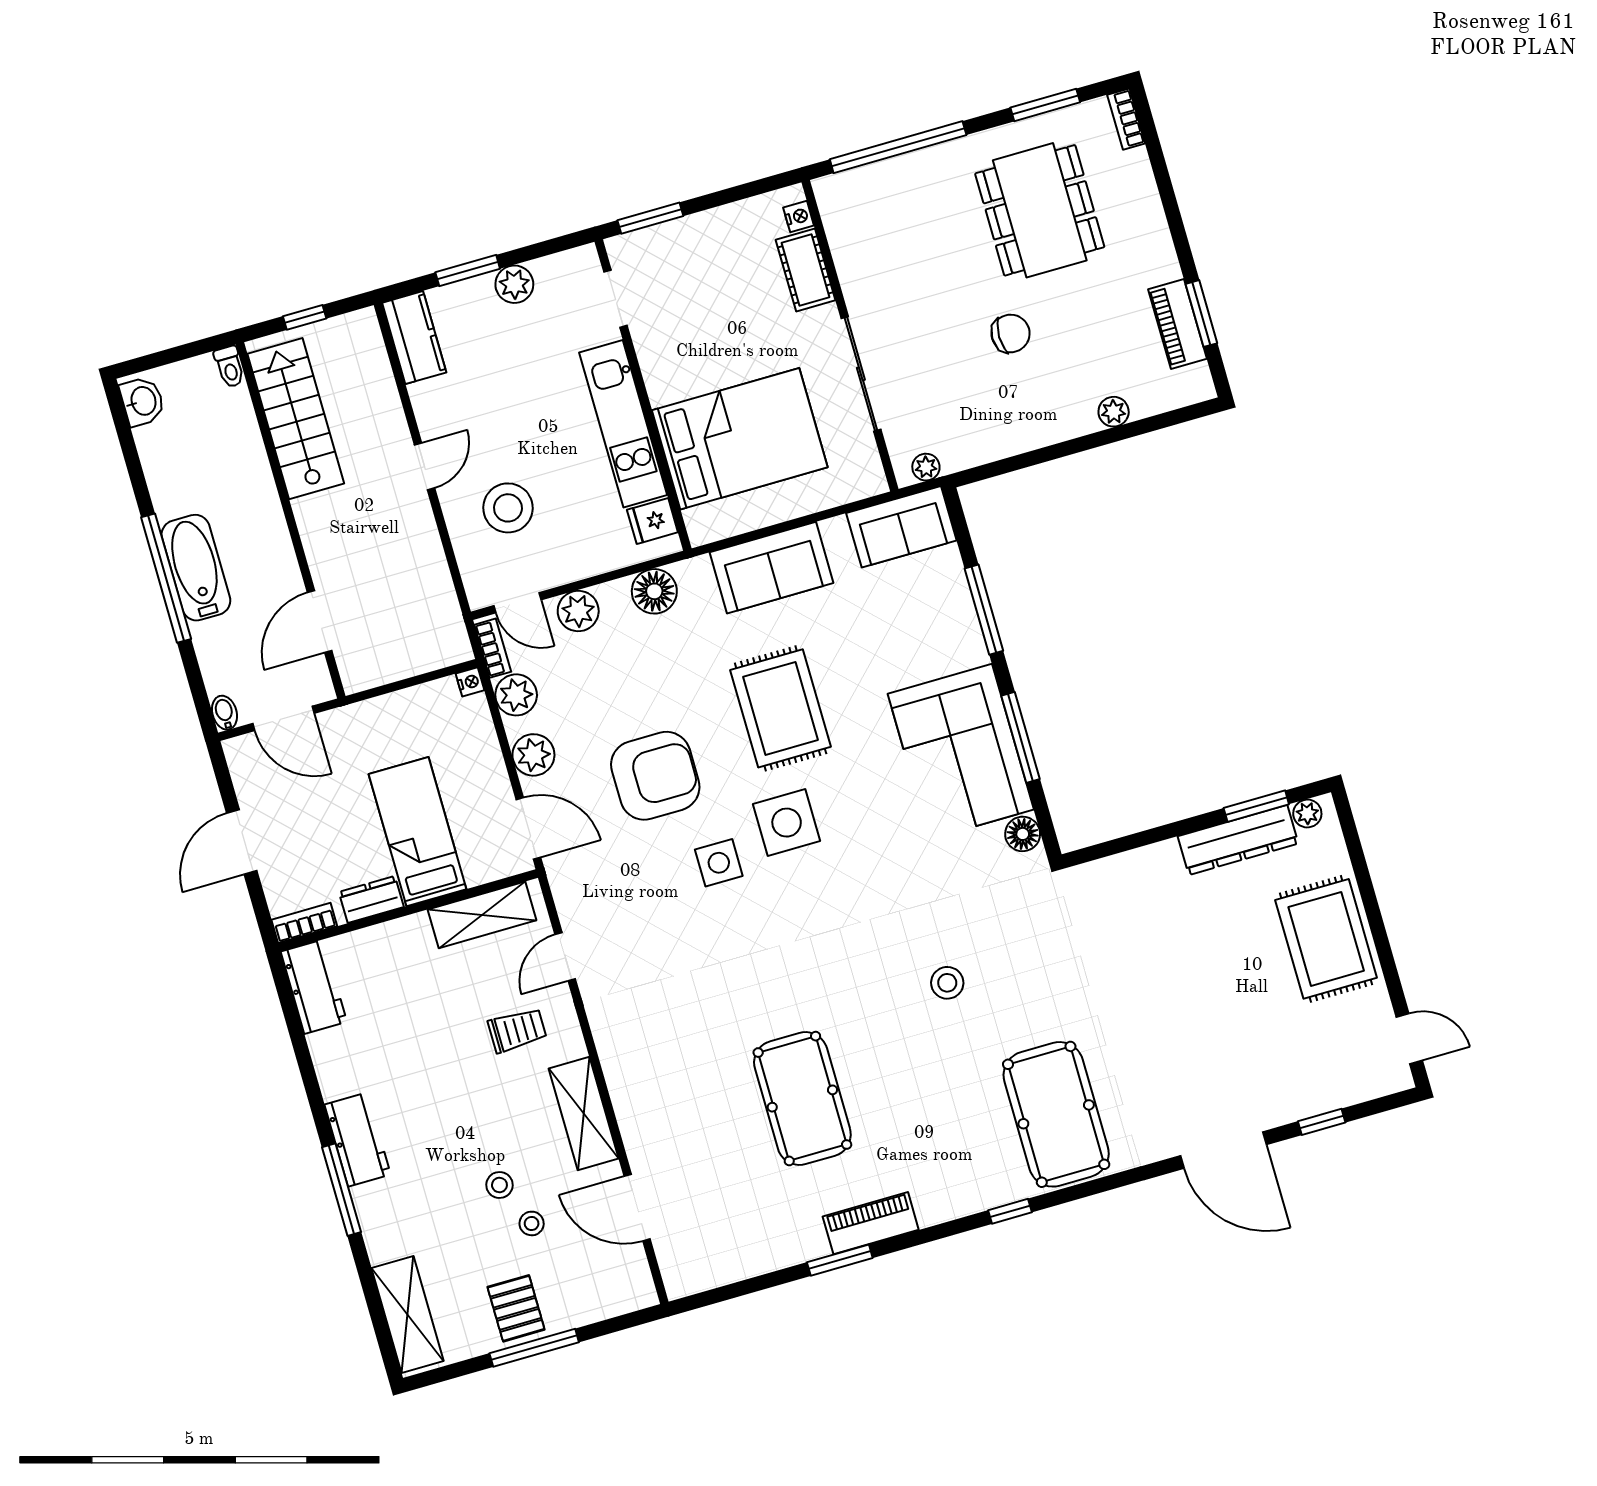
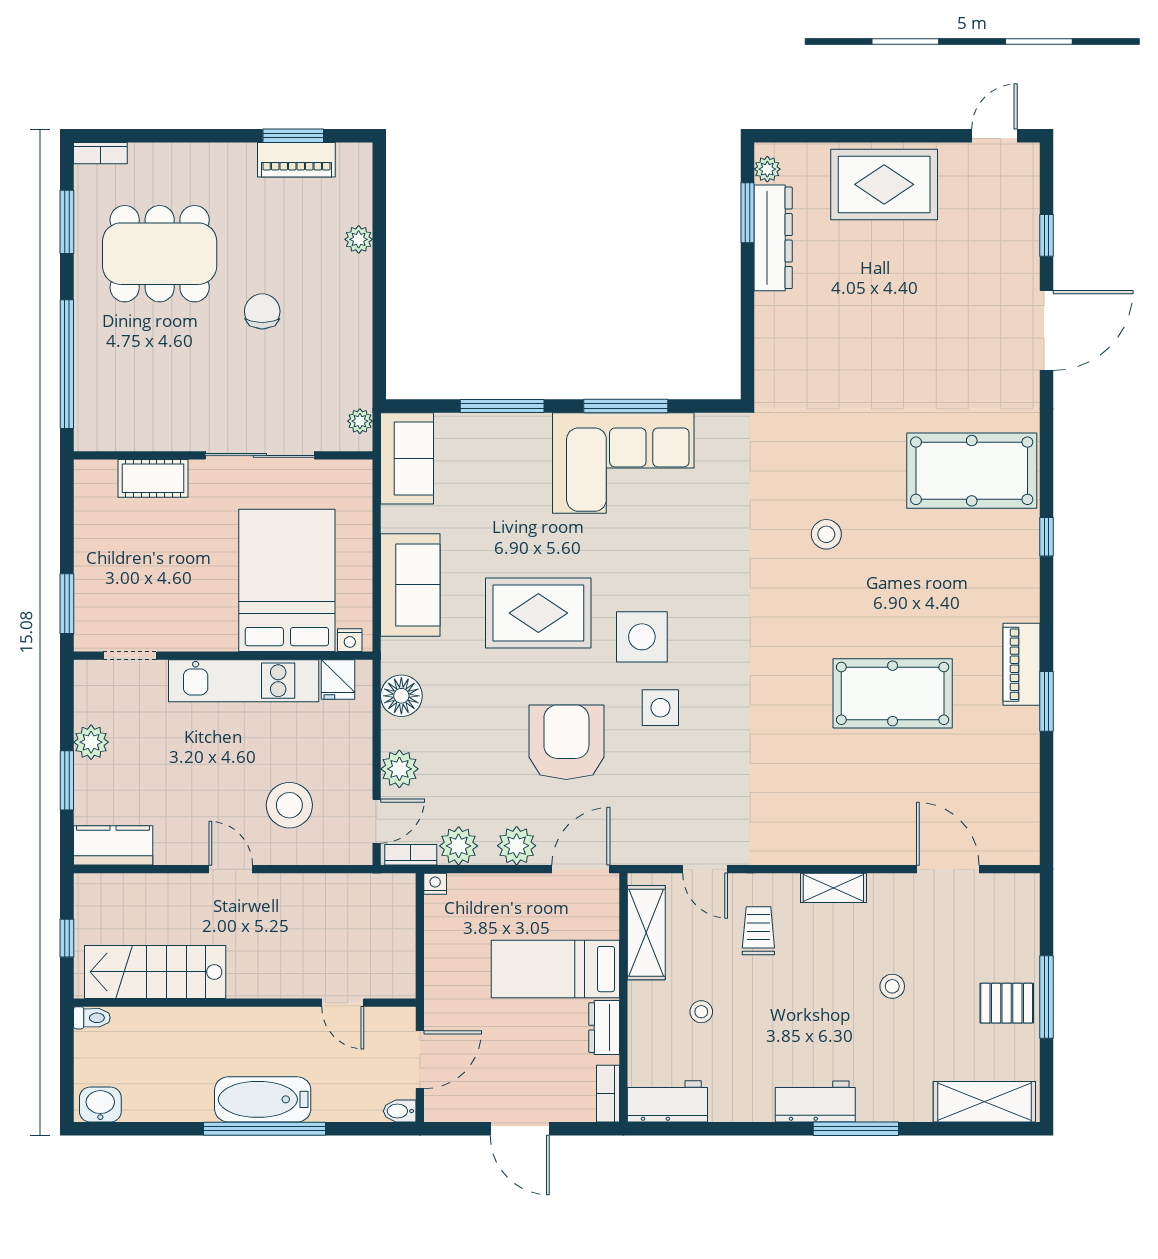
nightstand: (799, 216) -> (350, 640), moved, turned 180
door: (320, 622) -> (343, 1003), width x0.73
floor lamp: (1023, 834) -> (713, 429), removed
shelving: (584, 1113) -> (833, 888), width x0.67, depth x0.75
door: (637, 1208) -> (948, 869), swing flipped
stool: (532, 1223) -> (701, 1012), moved

